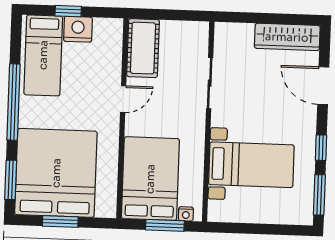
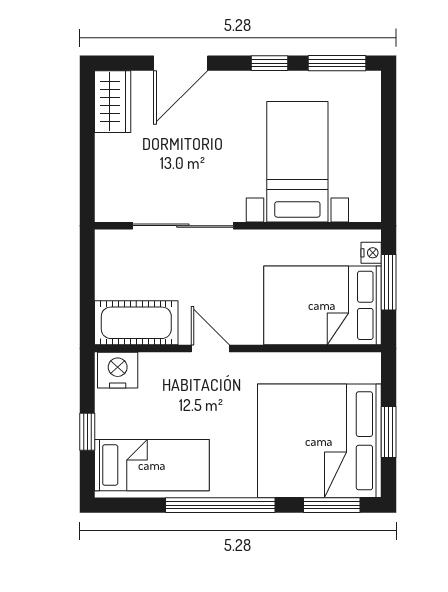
nightstand: (78, 29) -> (118, 370), moved, turned 90
wardrobe: (287, 37) -> (113, 102), width x0.67
sliding door: (210, 83) -> (183, 226), width x1.37

